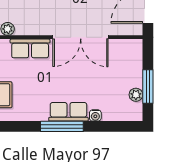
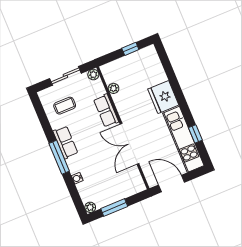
plant: (136, 95) -> (90, 207), moved
row of seats: (68, 112) -> (65, 142), moved

